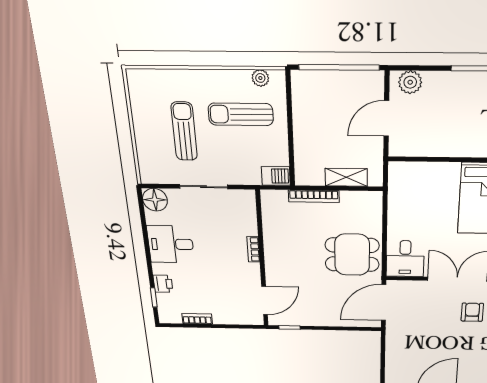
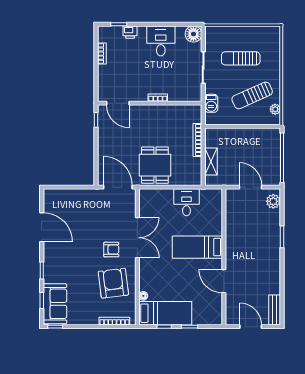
sun lounger: (241, 114) -> (252, 95), turned -114
sun lounger: (184, 131) -> (241, 58), turned 180
barbecue: (276, 176) -> (211, 103), moved
desk: (405, 259) -> (186, 202), moved, turned 90

